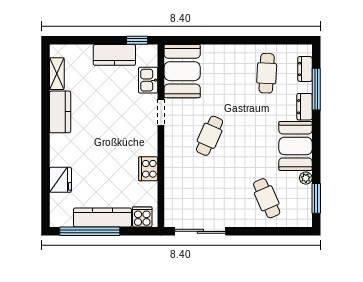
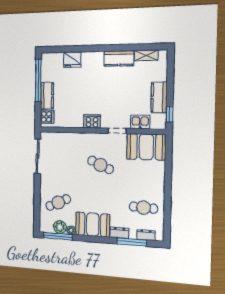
cooker: (148, 169) -> (92, 121), moved
plant: (302, 195) -> (60, 227), added
window: (316, 198) -> (58, 236), width x1.44
kitchen counter: (102, 218) -> (47, 96), width x0.67

